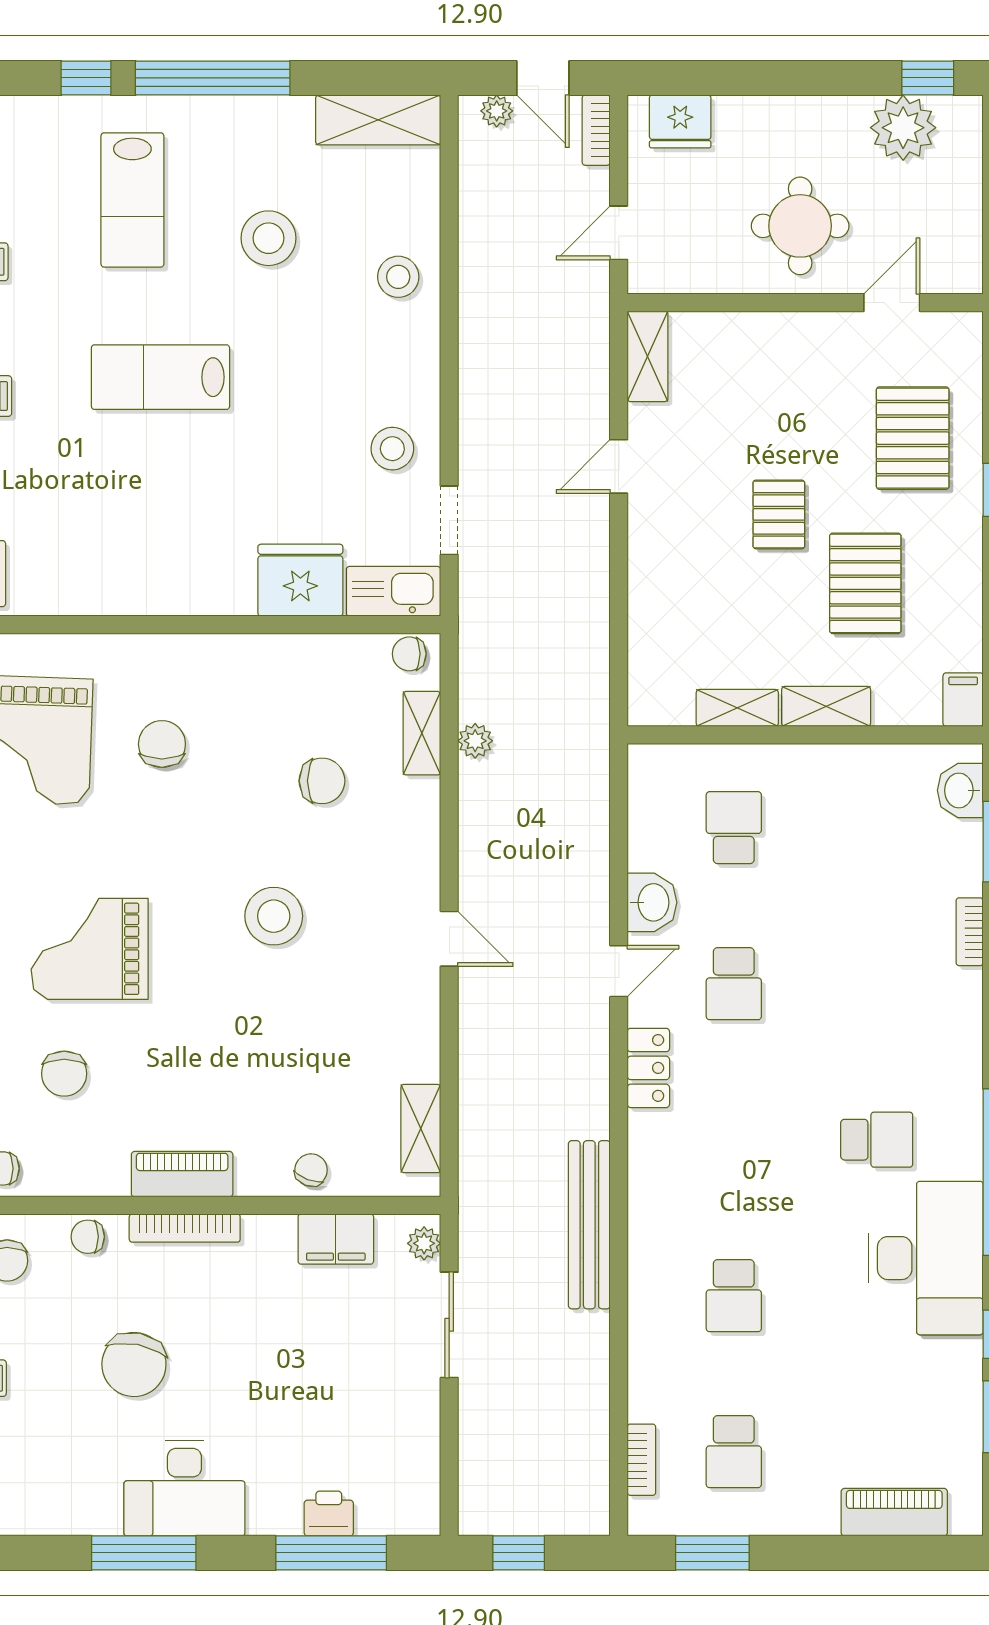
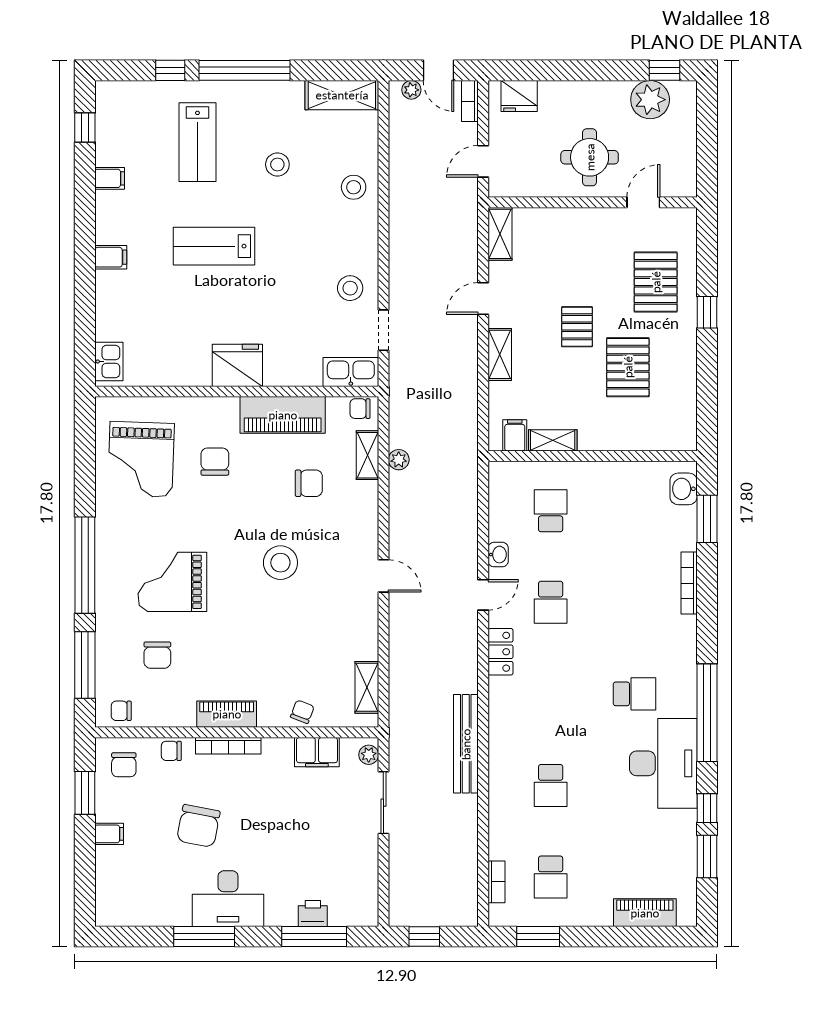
stool: (269, 238) -> (277, 165), width x0.73, depth x0.73
fridge: (300, 580) -> (237, 365), moved
piano: (278, 665) -> (283, 415), added
filing cabinet: (963, 700) -> (515, 435), moved
shelving: (826, 706) -> (500, 354), moved, turned 90
washbasin: (652, 902) -> (498, 555), width x0.72, depth x0.69
bookcase: (970, 932) -> (689, 583), width x1.56

